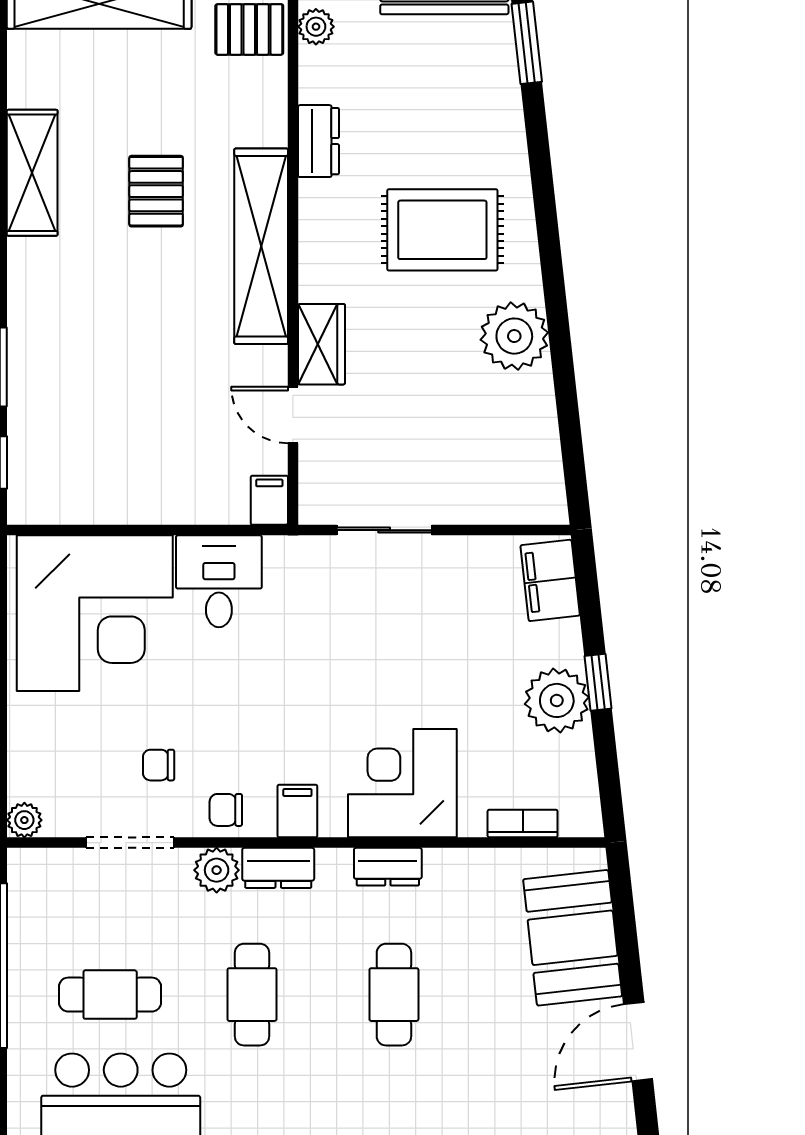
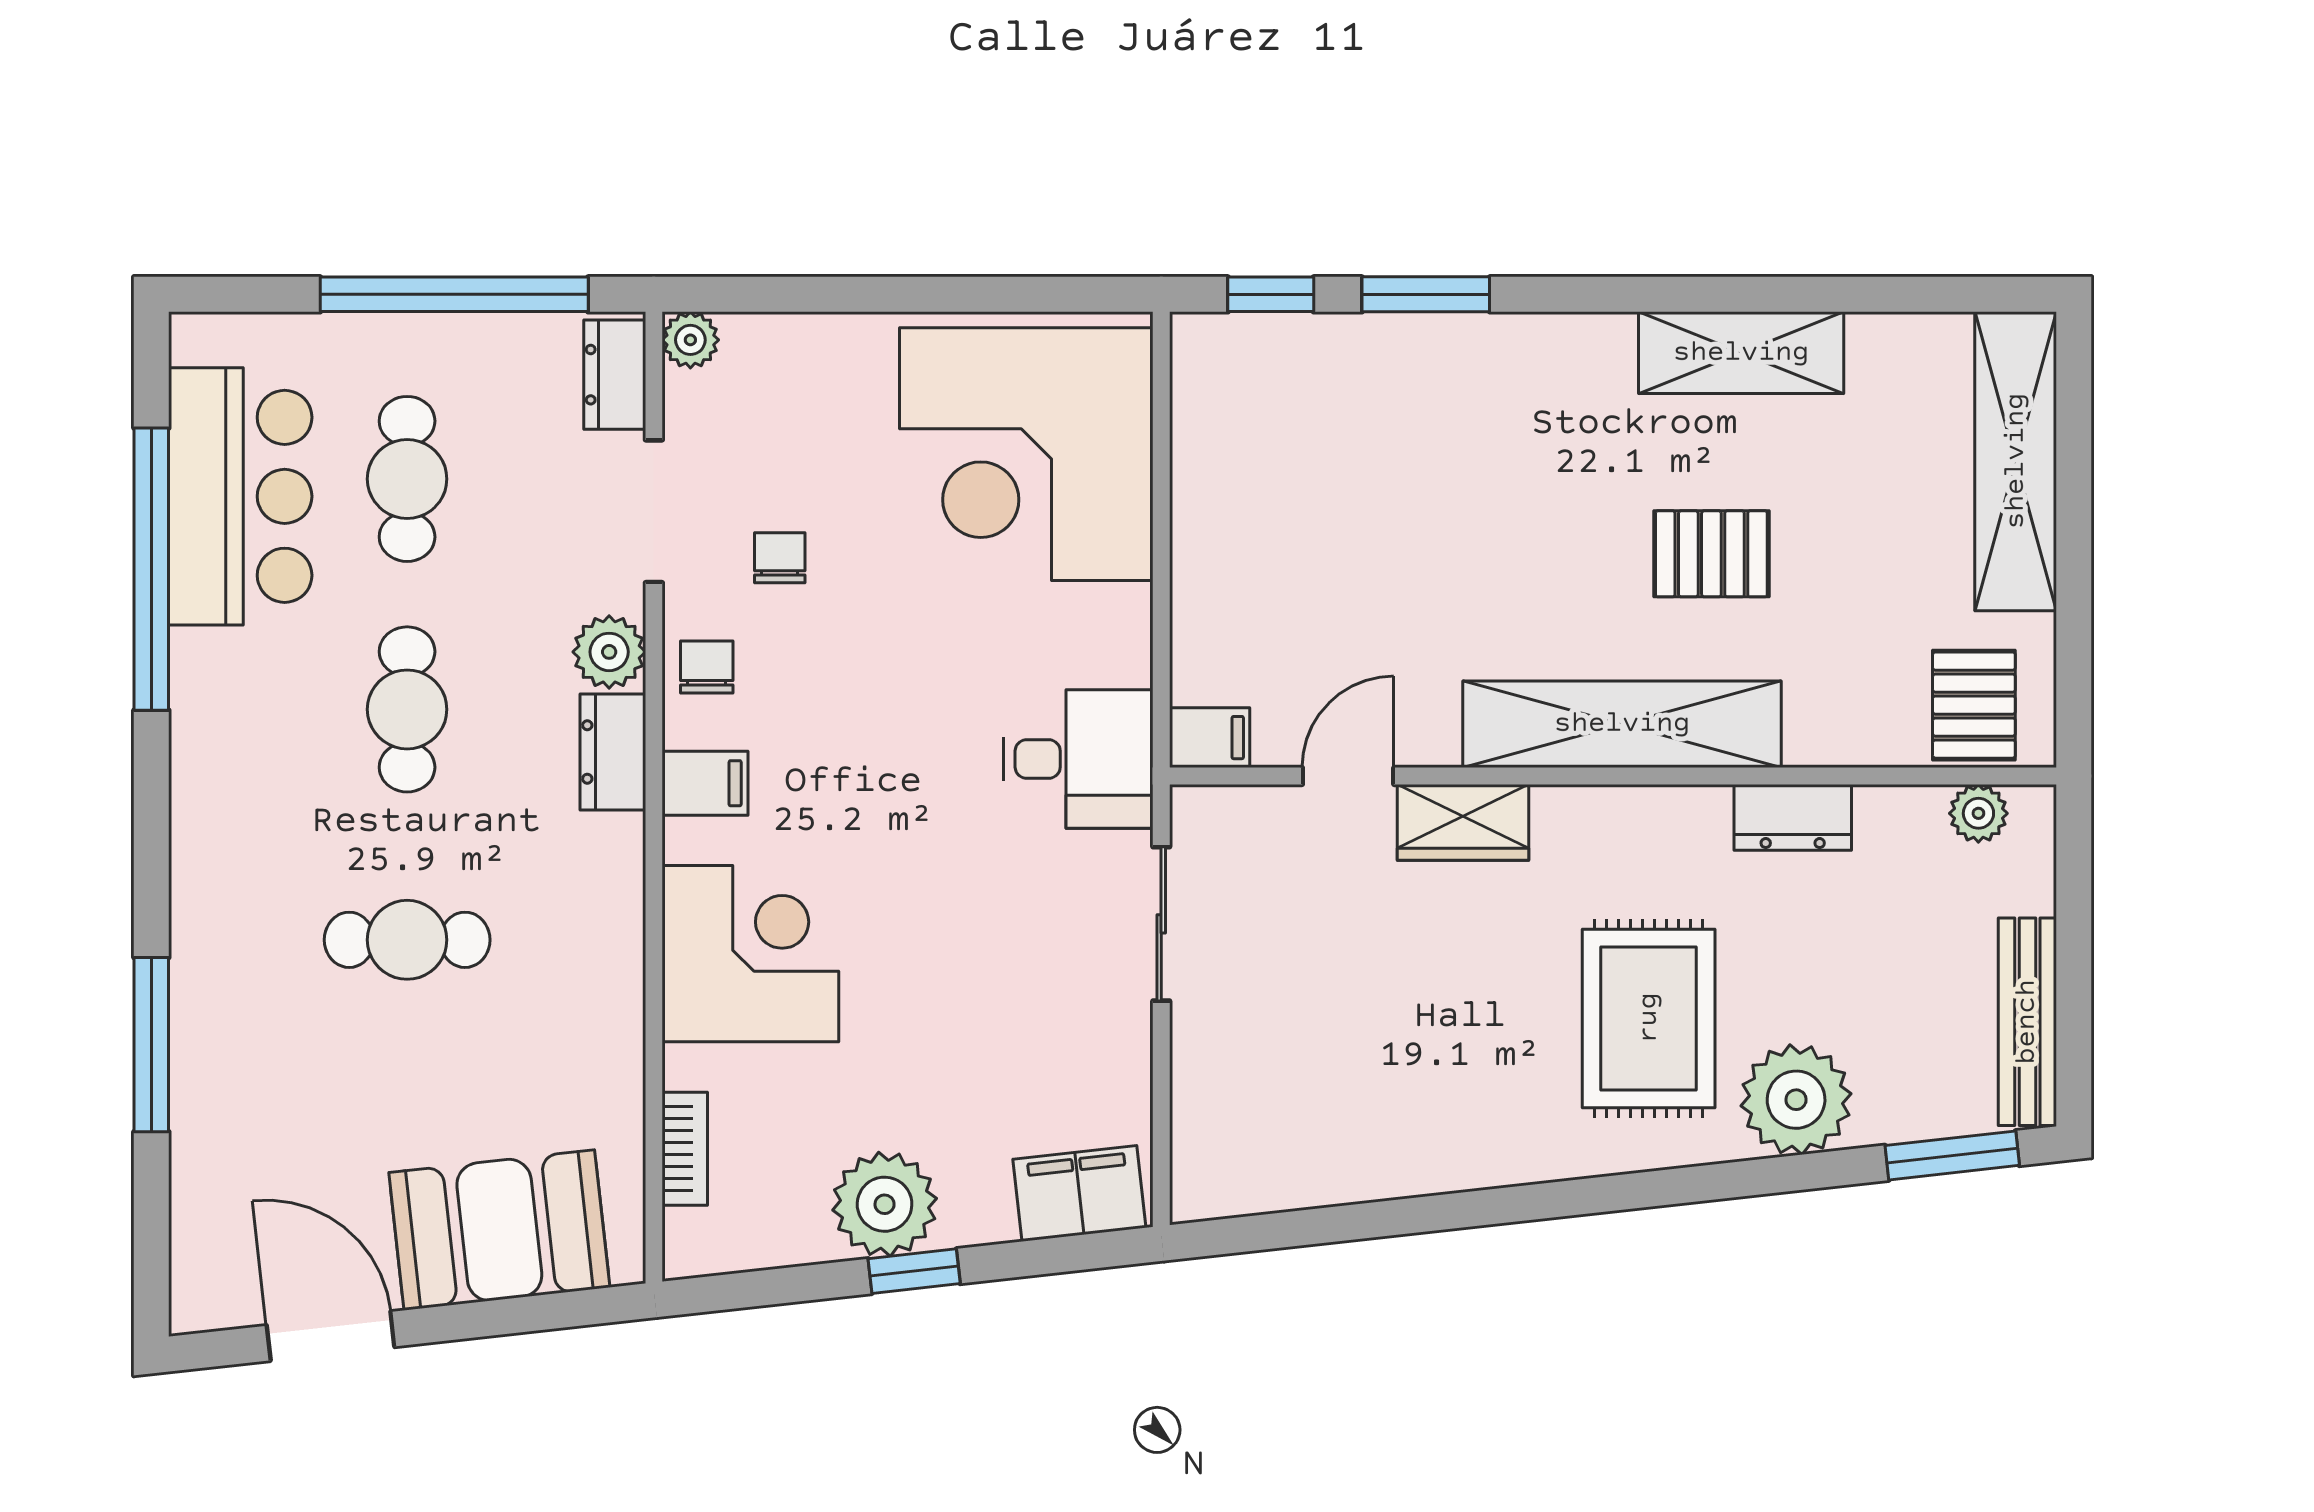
plant: (514, 336) -> (1796, 1100), moved
desk: (219, 581) -> (1078, 759), moved
dresser: (388, 867) -> (615, 375), moved
cafe table: (252, 995) -> (407, 709), turned 90

